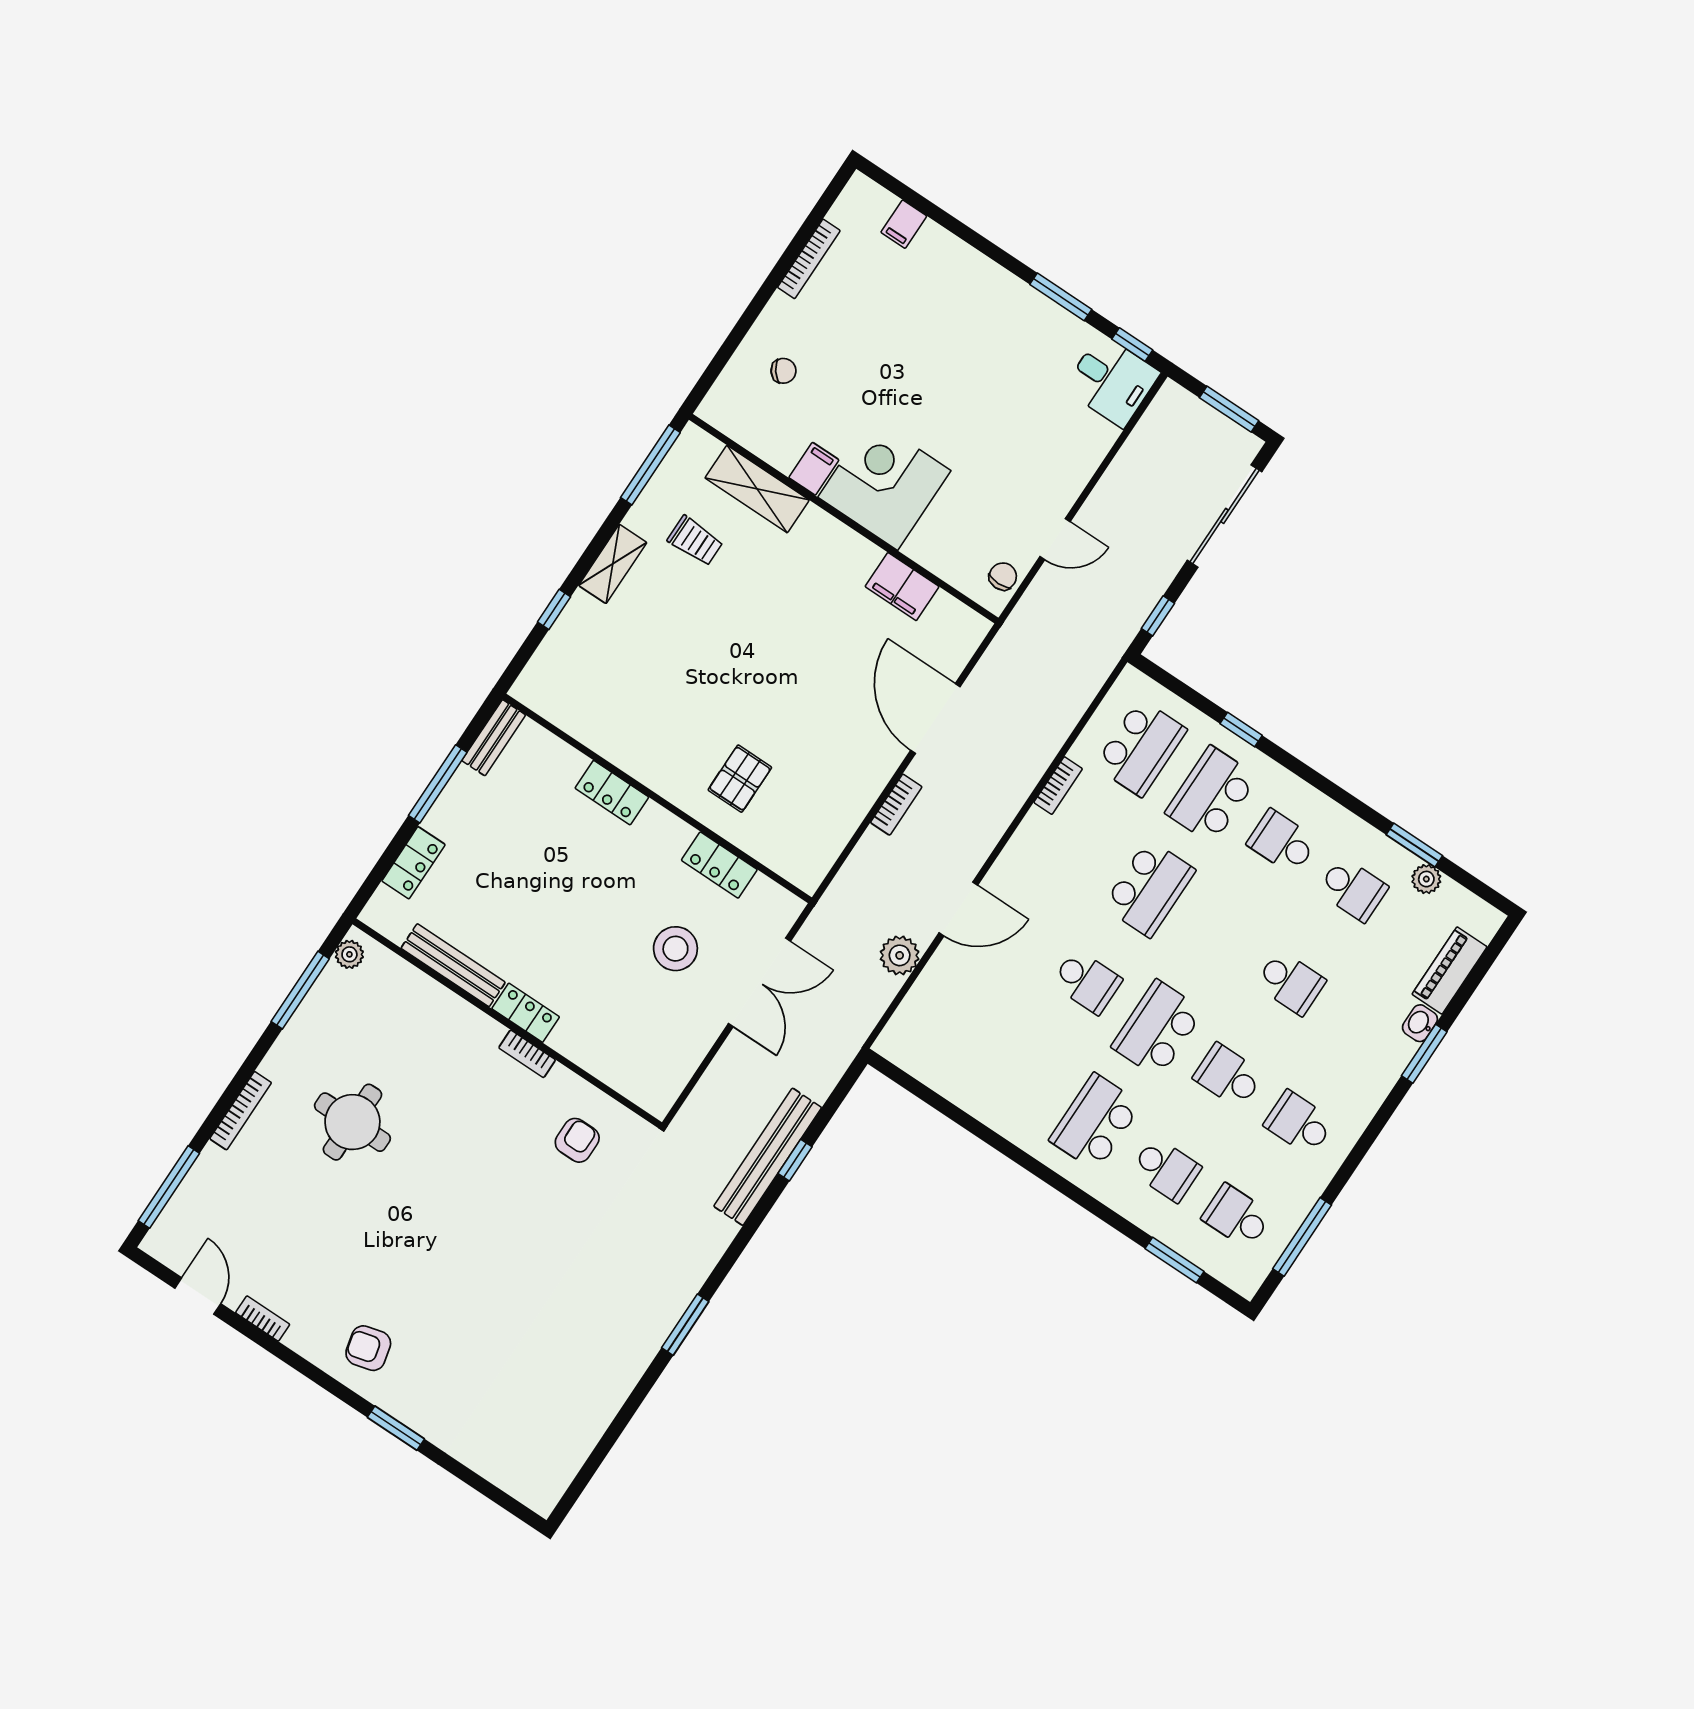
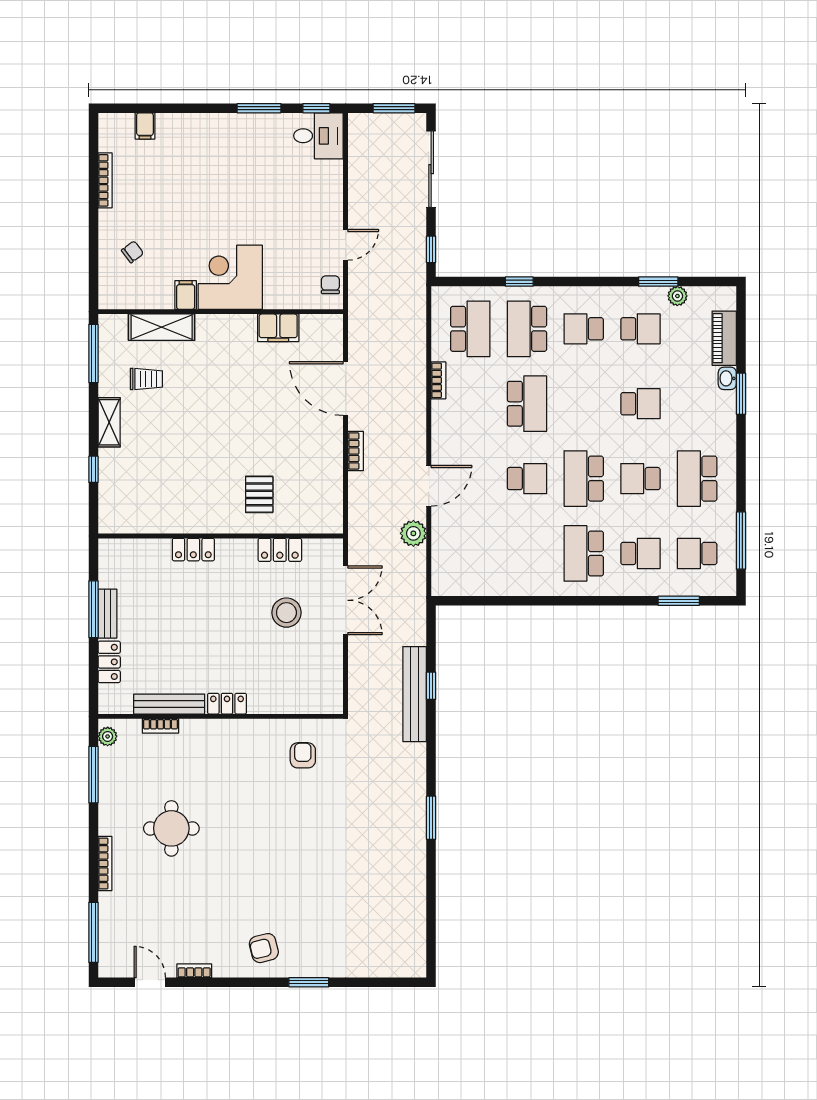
bench: (494, 738) -> (107, 614), moved
bookcase: (527, 1054) -> (160, 726), moved
school desk: (1299, 1123) -> (697, 479), width x1.85

